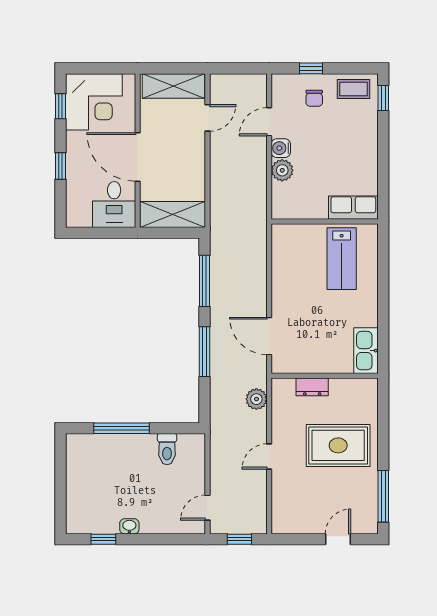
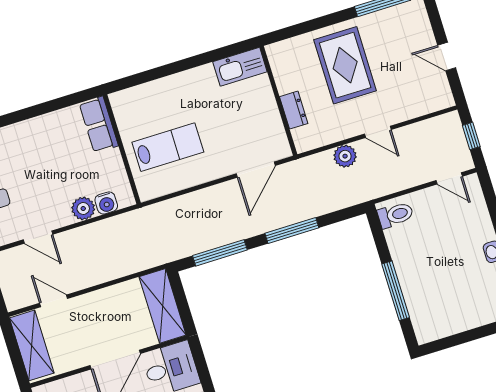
water cooler: (281, 148) -> (106, 203), moved
lab bench: (342, 259) -> (168, 147), moved
plant: (256, 399) -> (345, 156), moved
toilet: (167, 449) -> (395, 215), moved
door: (338, 539) -> (447, 56), moved

